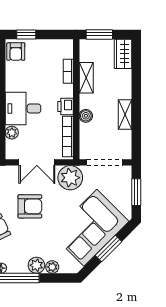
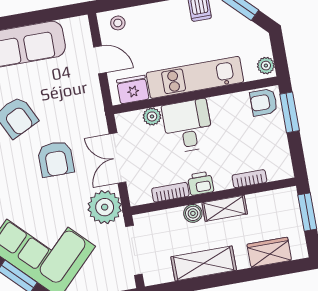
window: (26, 34) -> (290, 112), width x1.50
wardrobe: (123, 54) -> (269, 252), moved
shelving: (86, 78) -> (225, 208), moved
shelving: (125, 115) -> (204, 263), width x1.50, depth x1.33
bookcase: (68, 136) -> (170, 192), width x0.64

